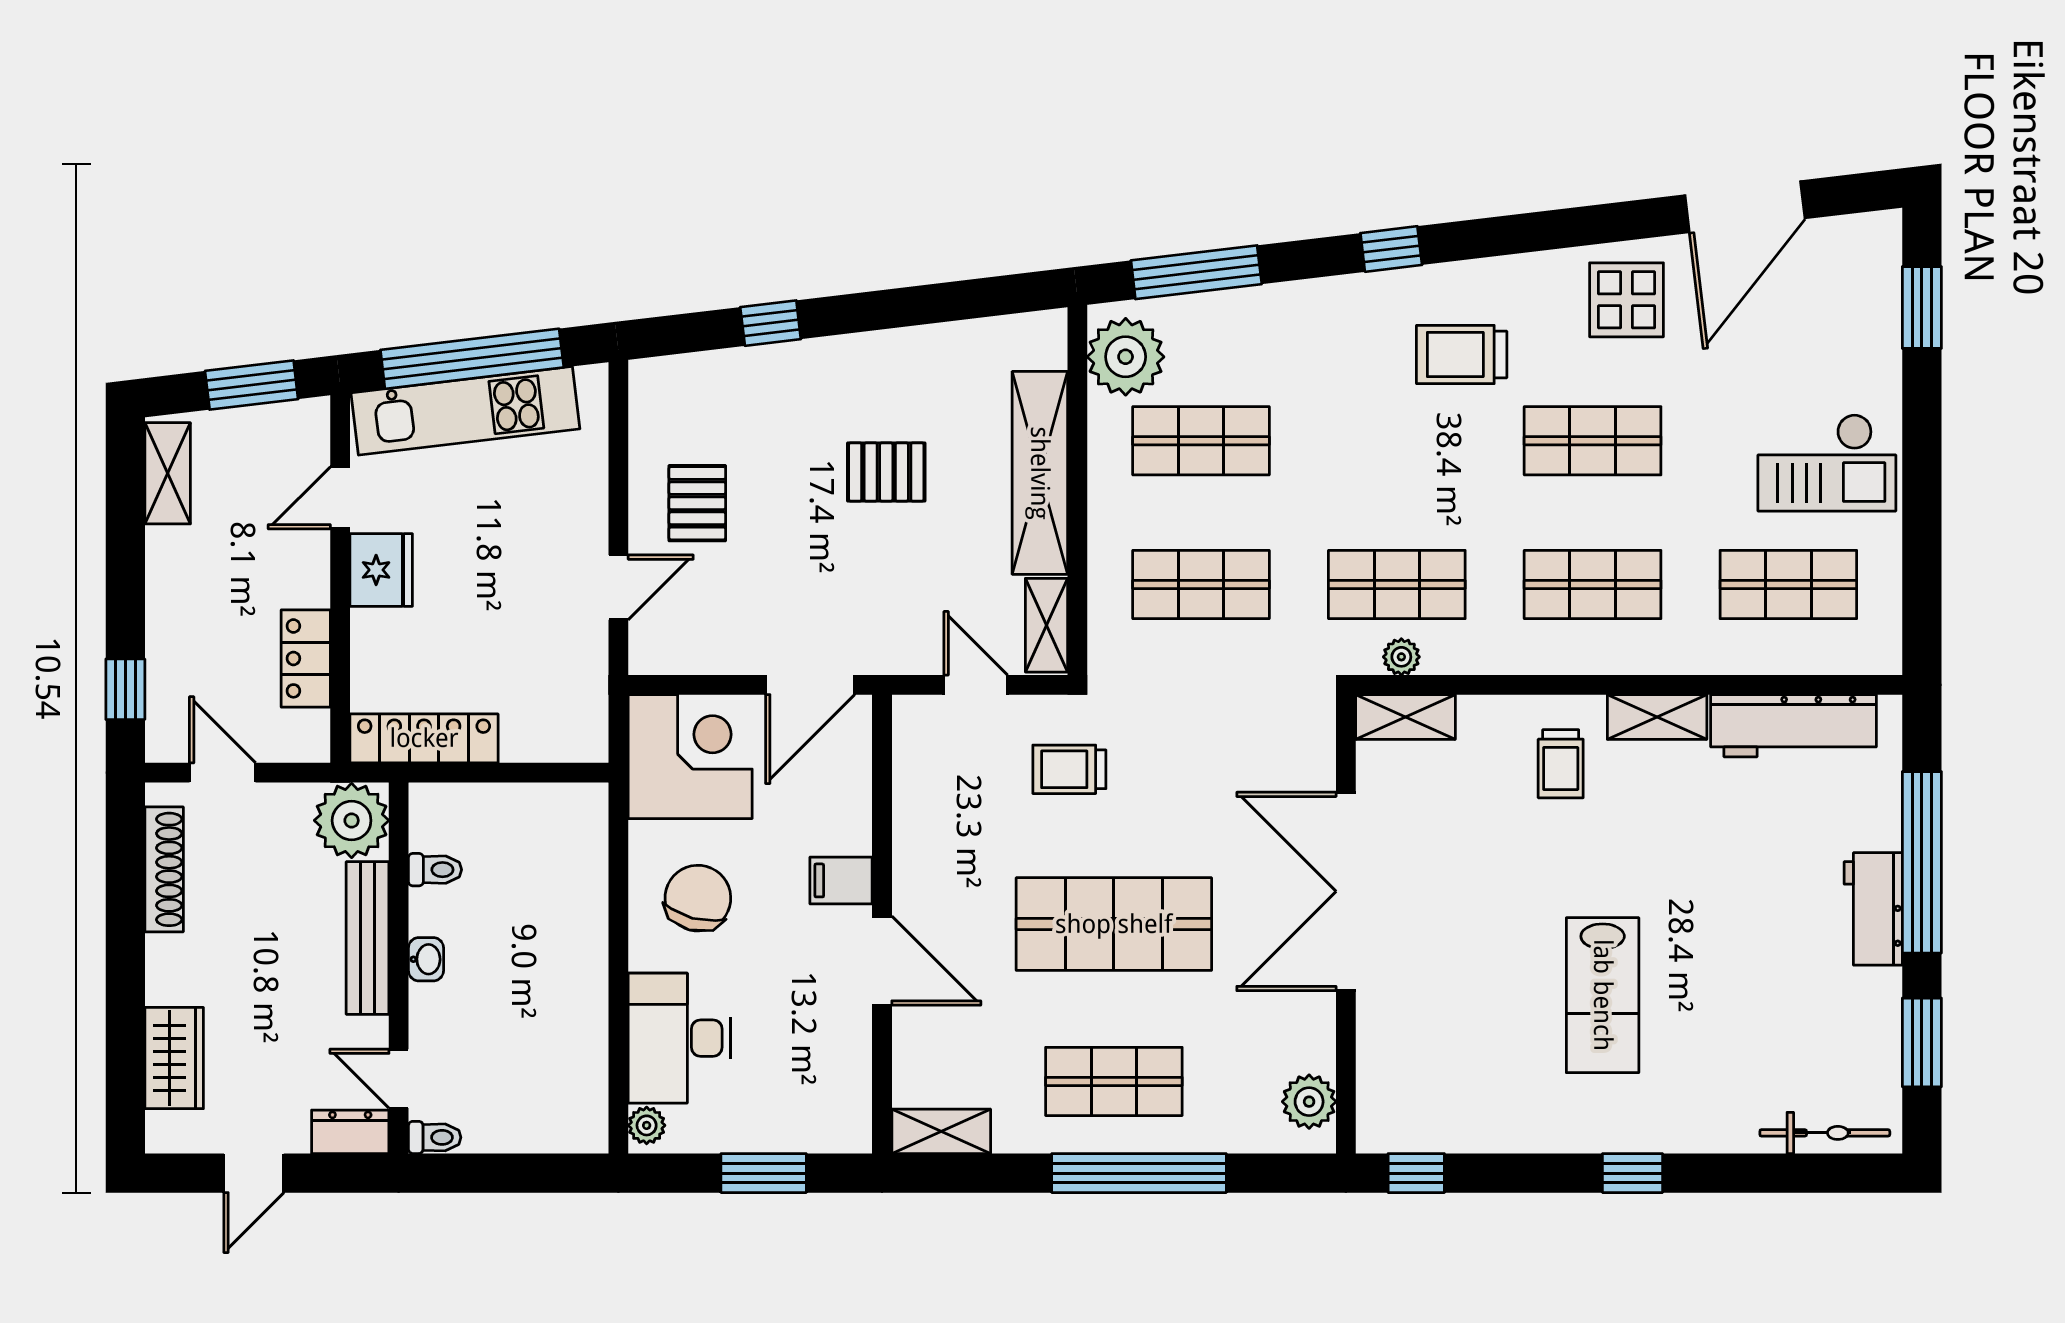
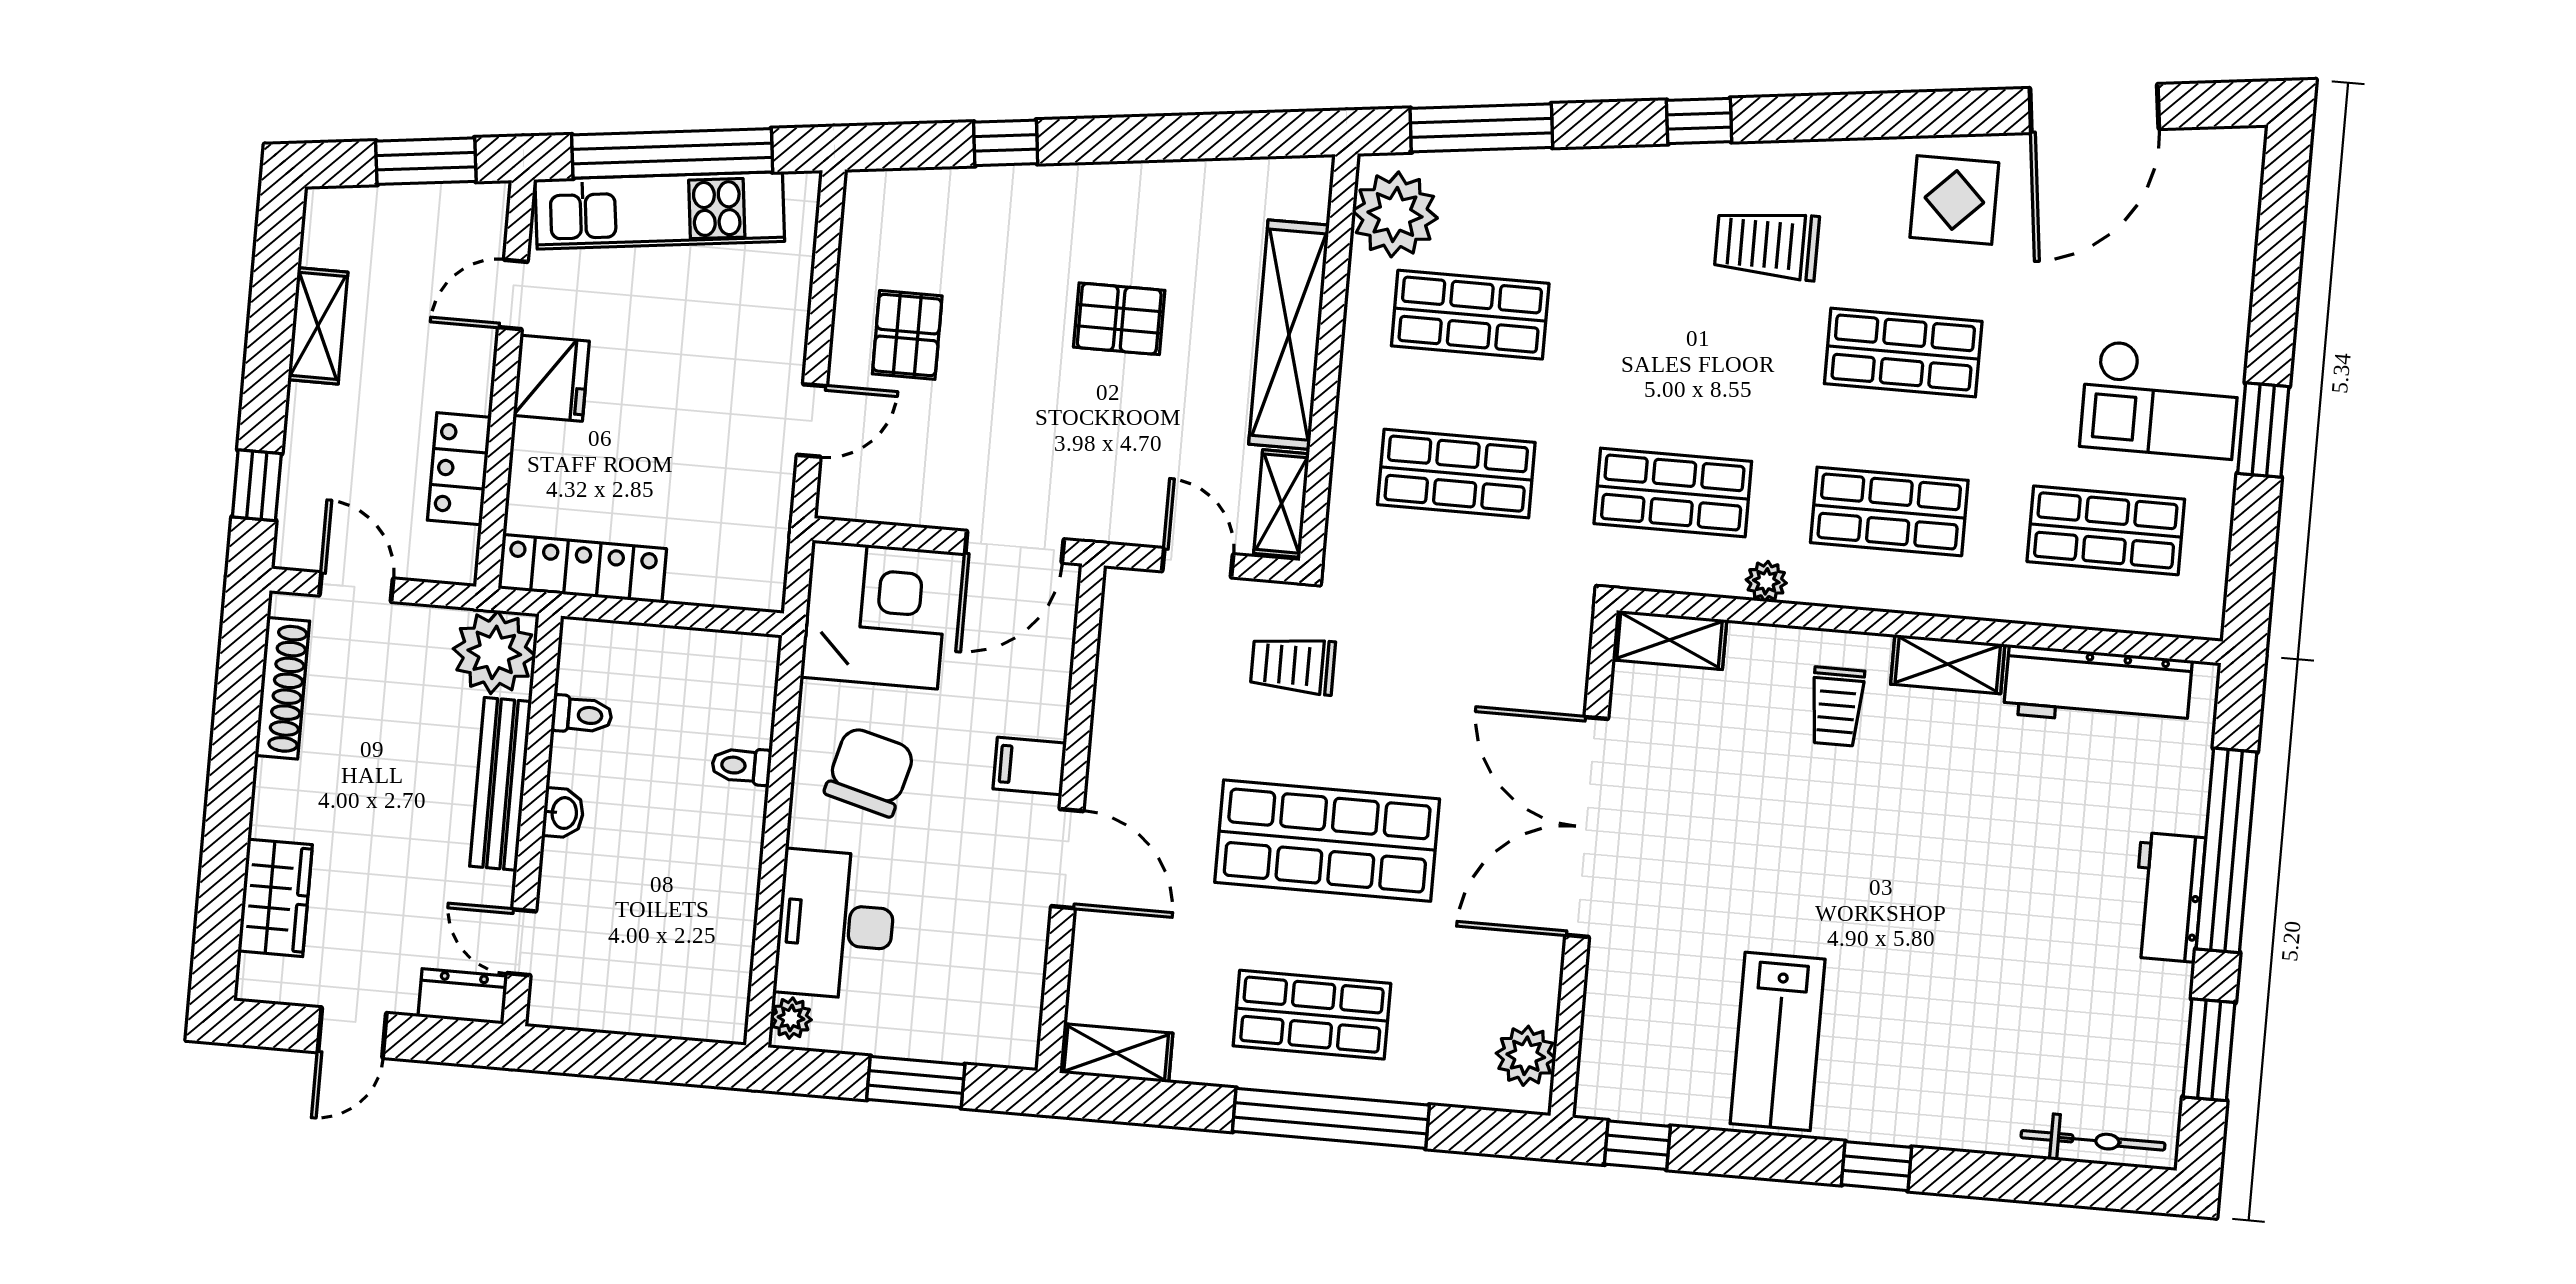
window: (1922, 307) -> (2263, 430), moved
shelving: (168, 473) -> (318, 326), moved
plant: (1401, 657) -> (1766, 581), moved
lab bench: (1603, 995) -> (1778, 1041), moved
toilet: (435, 1137) -> (742, 766), moved, turned 180

